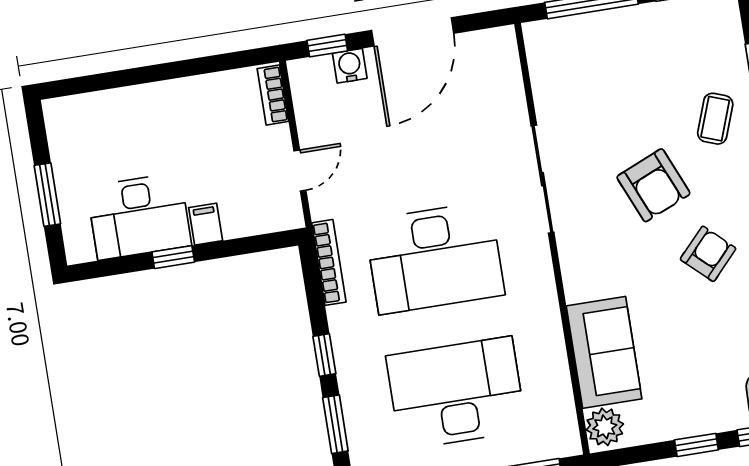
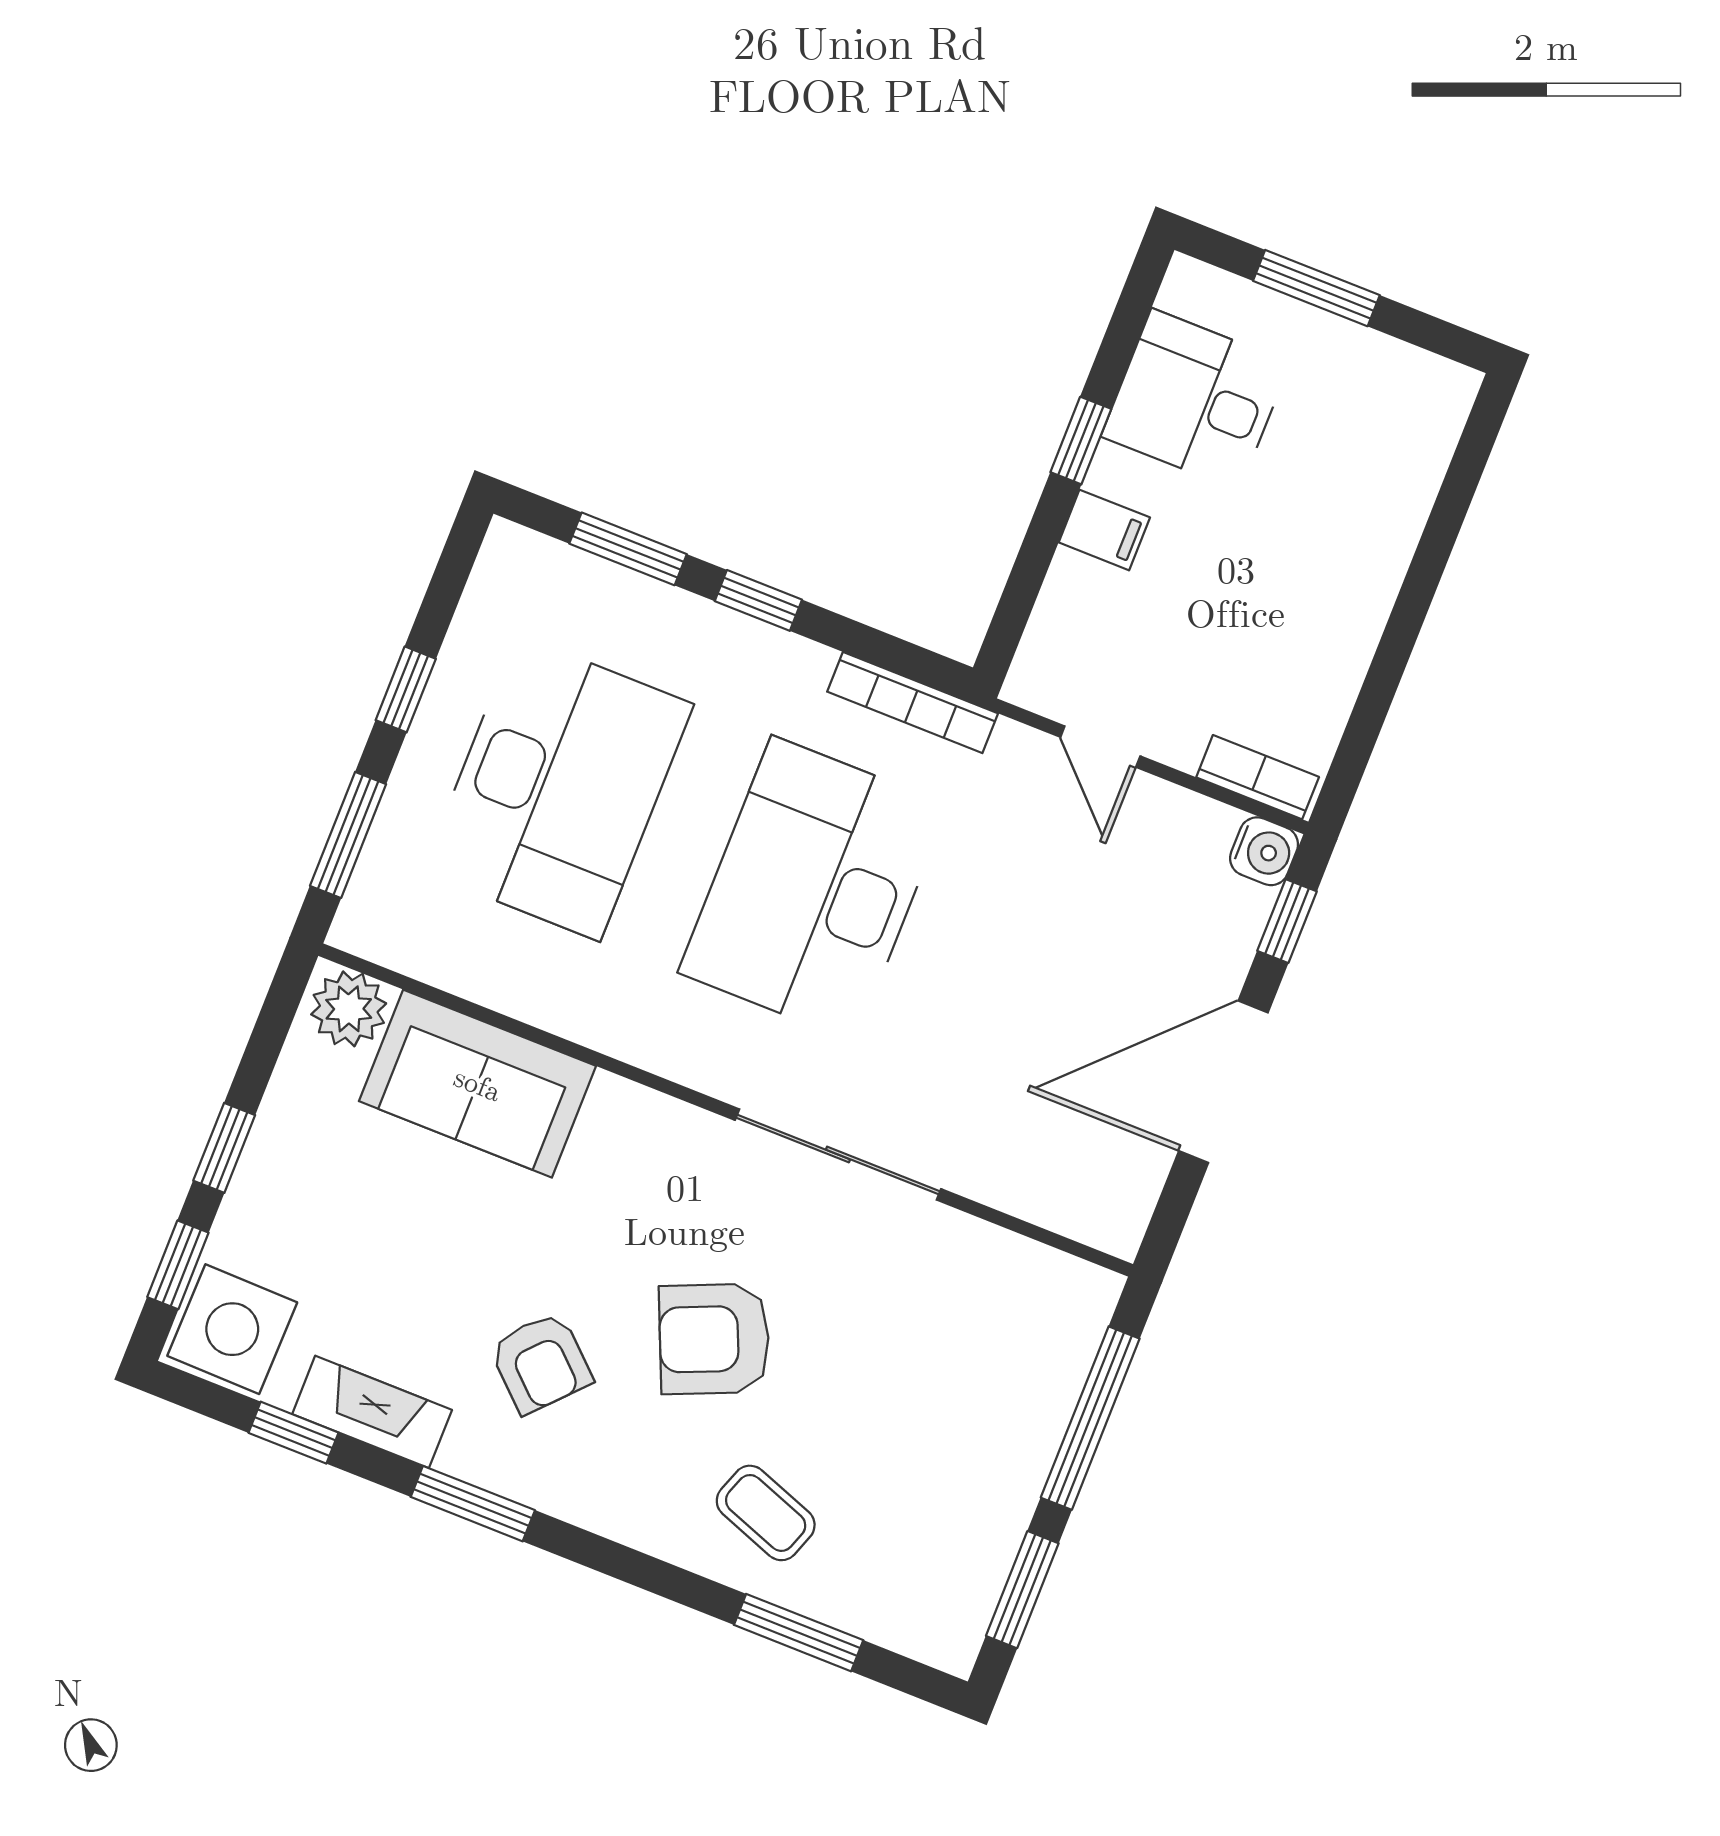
door: (413, 32) -> (1223, 1082), hinge flipped
water cooler: (350, 66) -> (1264, 851), moved
desk: (139, 216) -> (1195, 400), width x0.73

